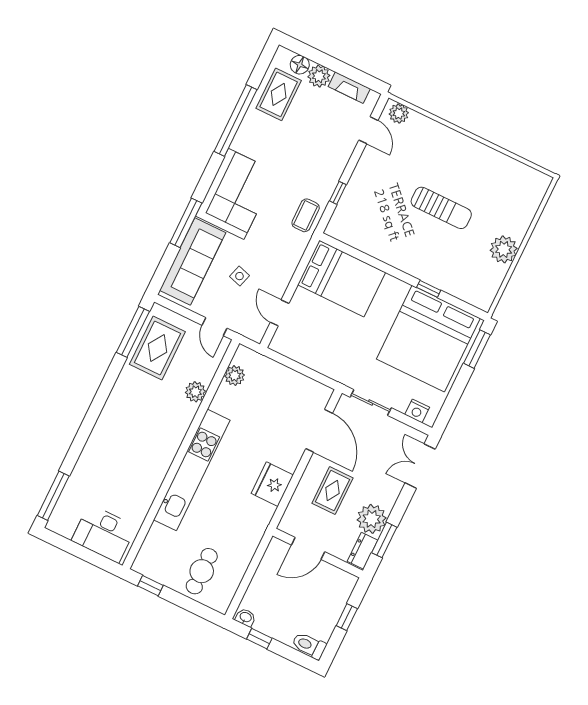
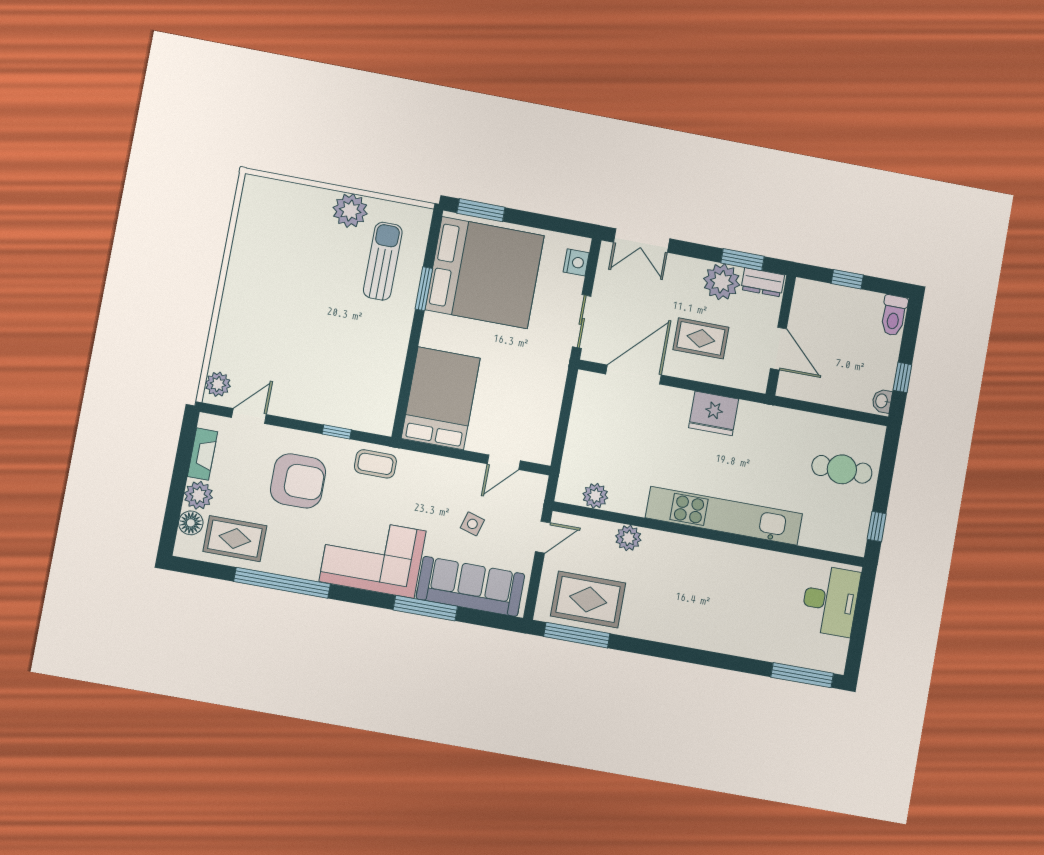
armchair: (309, 154) -> (298, 481), added
sun lounger: (441, 208) -> (383, 261), moved
window: (429, 289) -> (424, 289), width x1.50

